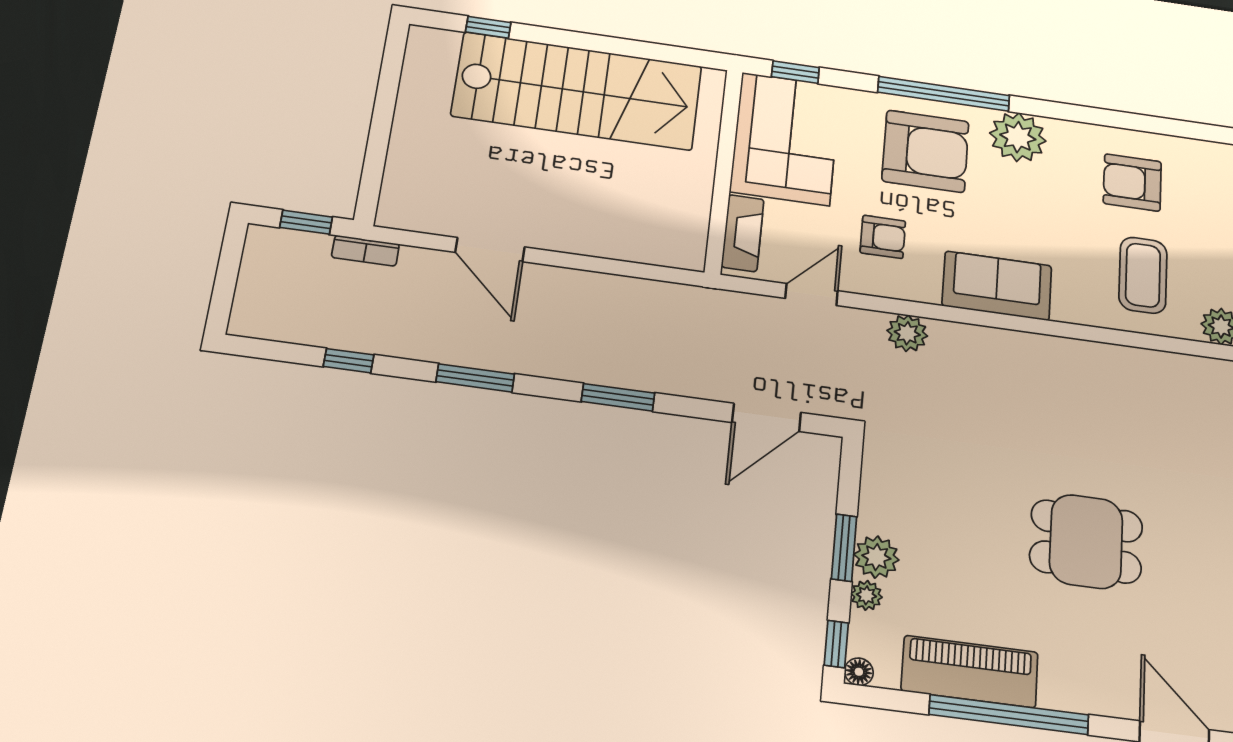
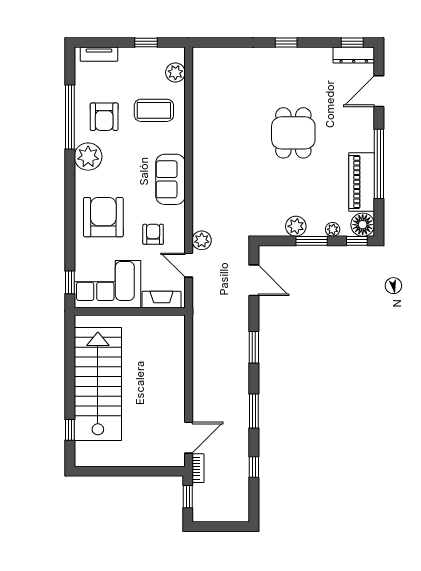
window: (944, 94) -> (70, 117), moved
plant: (1018, 137) -> (88, 157), moved
door: (490, 250) -> (189, 438), moved
plant: (907, 333) -> (202, 240), moved
plant: (876, 557) -> (296, 226), moved
floor lamp: (859, 672) -> (363, 225), width x1.89, depth x1.89

